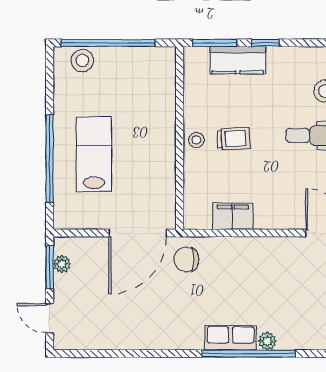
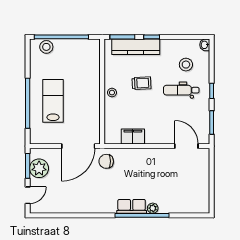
kitchen counter: (238, 60) -> (136, 47), width x1.50
trolley: (233, 139) -> (141, 83), moved
plant: (62, 264) -> (39, 168), width x1.88, depth x1.88
door: (50, 318) -> (28, 195), swing flipped

